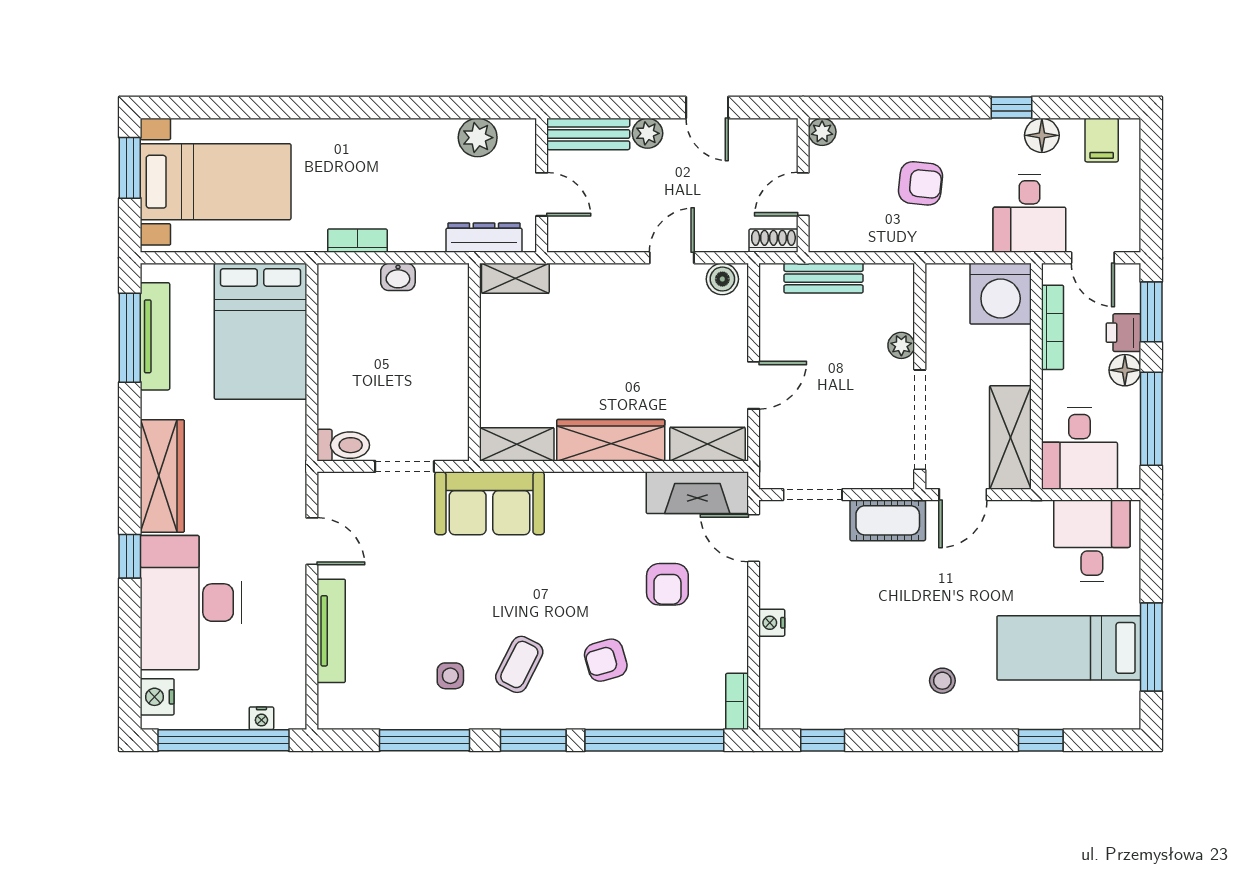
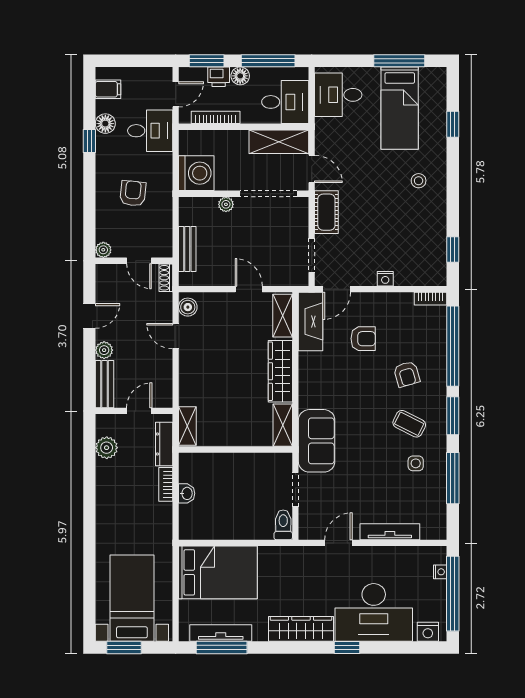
bookcase: (357, 241) -> (166, 484), moved
washing machine: (1001, 294) -> (196, 173), moved

